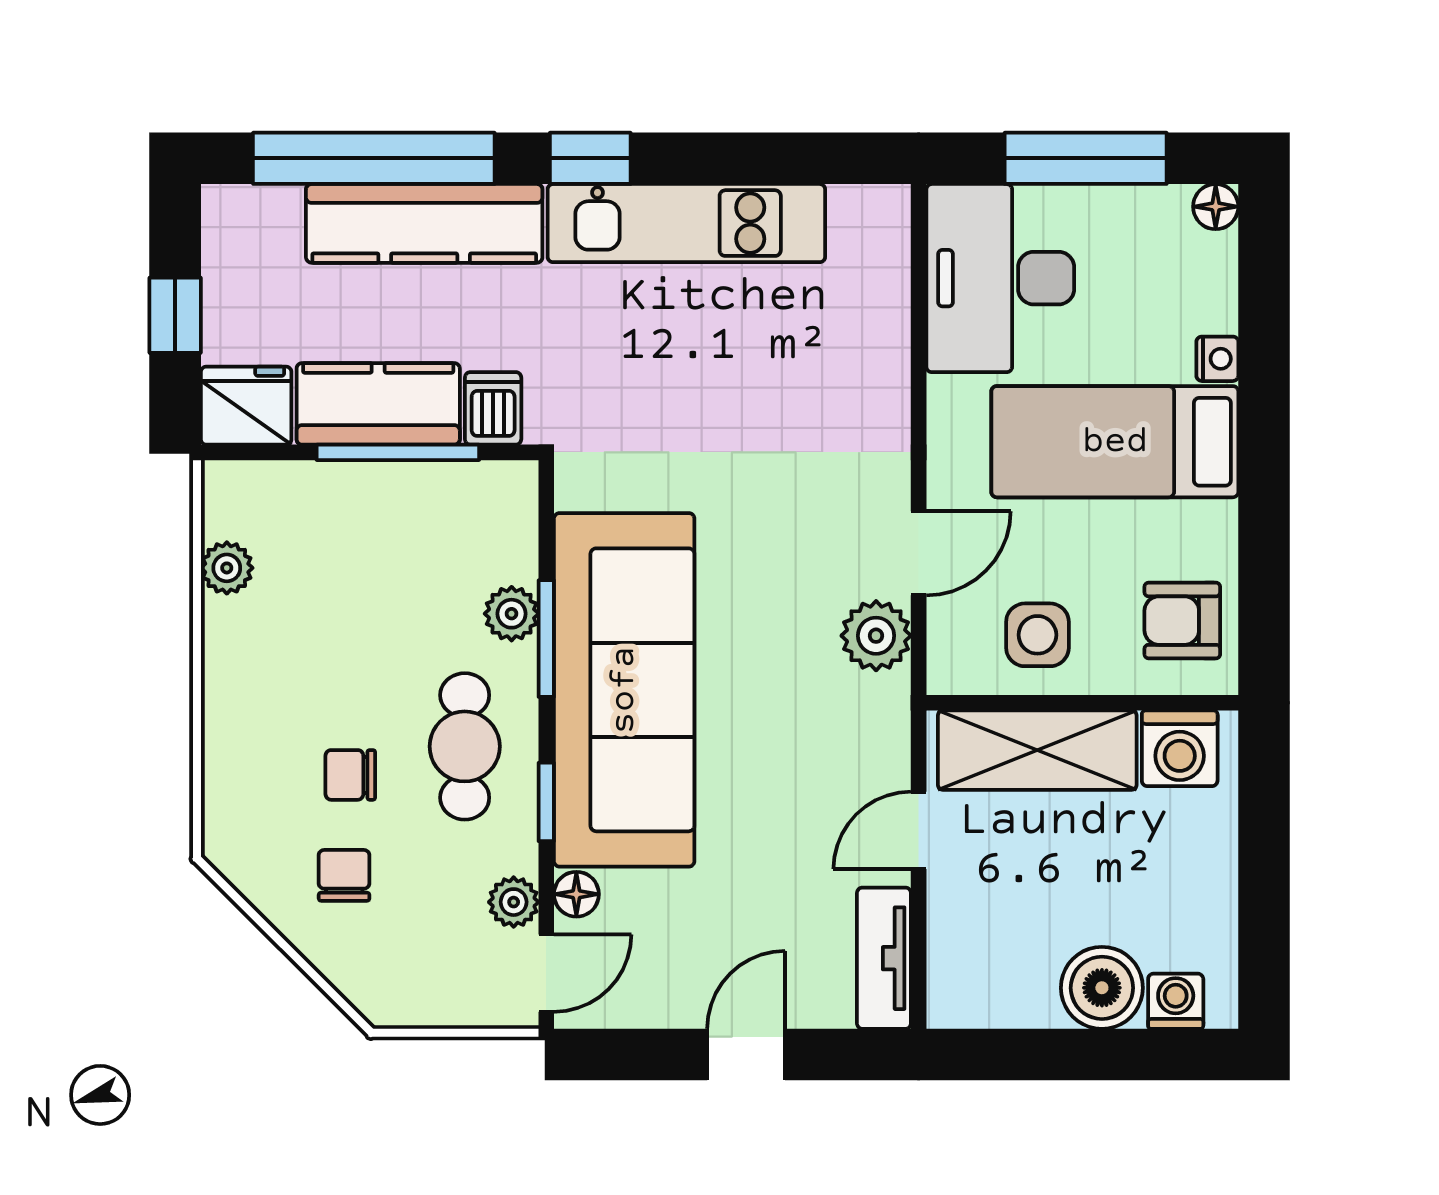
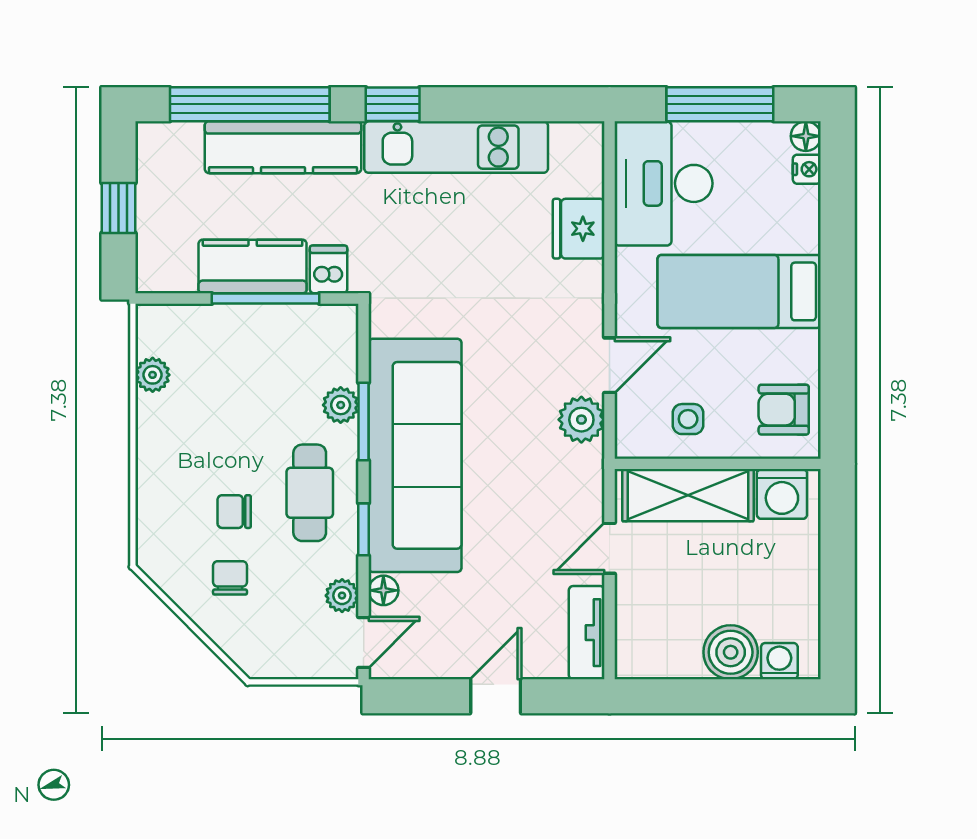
nightstand: (1217, 359) -> (807, 169), moved
fridge: (246, 406) -> (579, 229), moved, turned -90
side table: (1037, 635) -> (688, 419), width x0.73, depth x0.73

